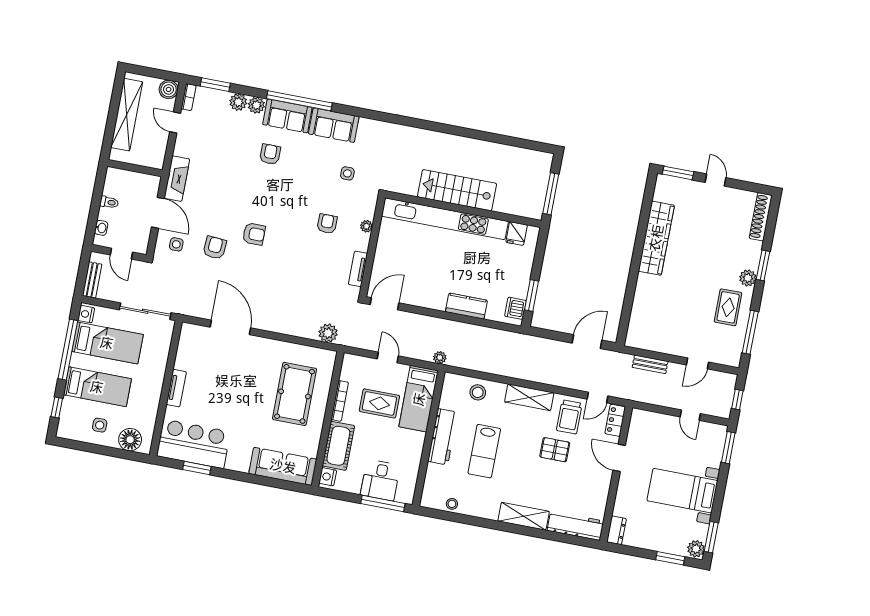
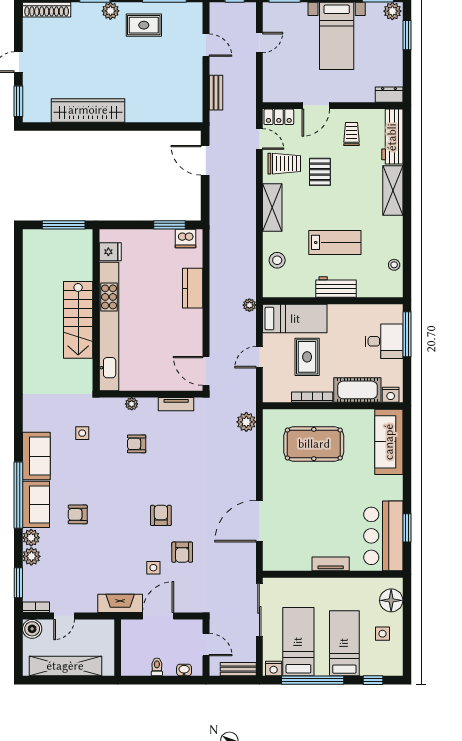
side table: (176, 244) -> (153, 568), moved
armchair: (215, 248) -> (182, 552), turned -94
door: (121, 254) -> (206, 645), hinge flipped
workbench: (443, 437) -> (336, 287), width x0.73
trolley: (585, 487) -> (351, 134), added

